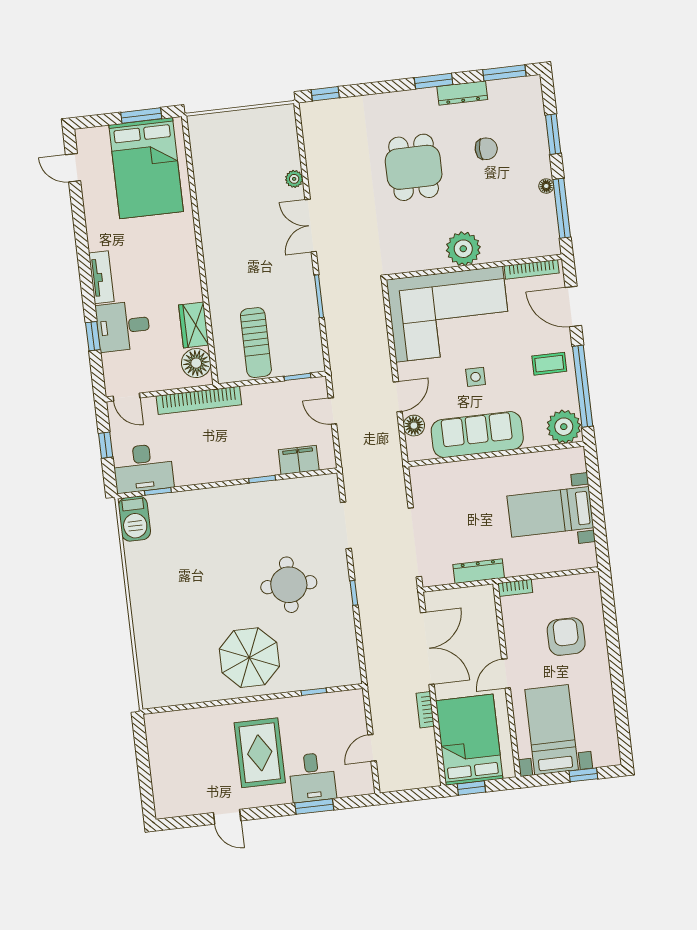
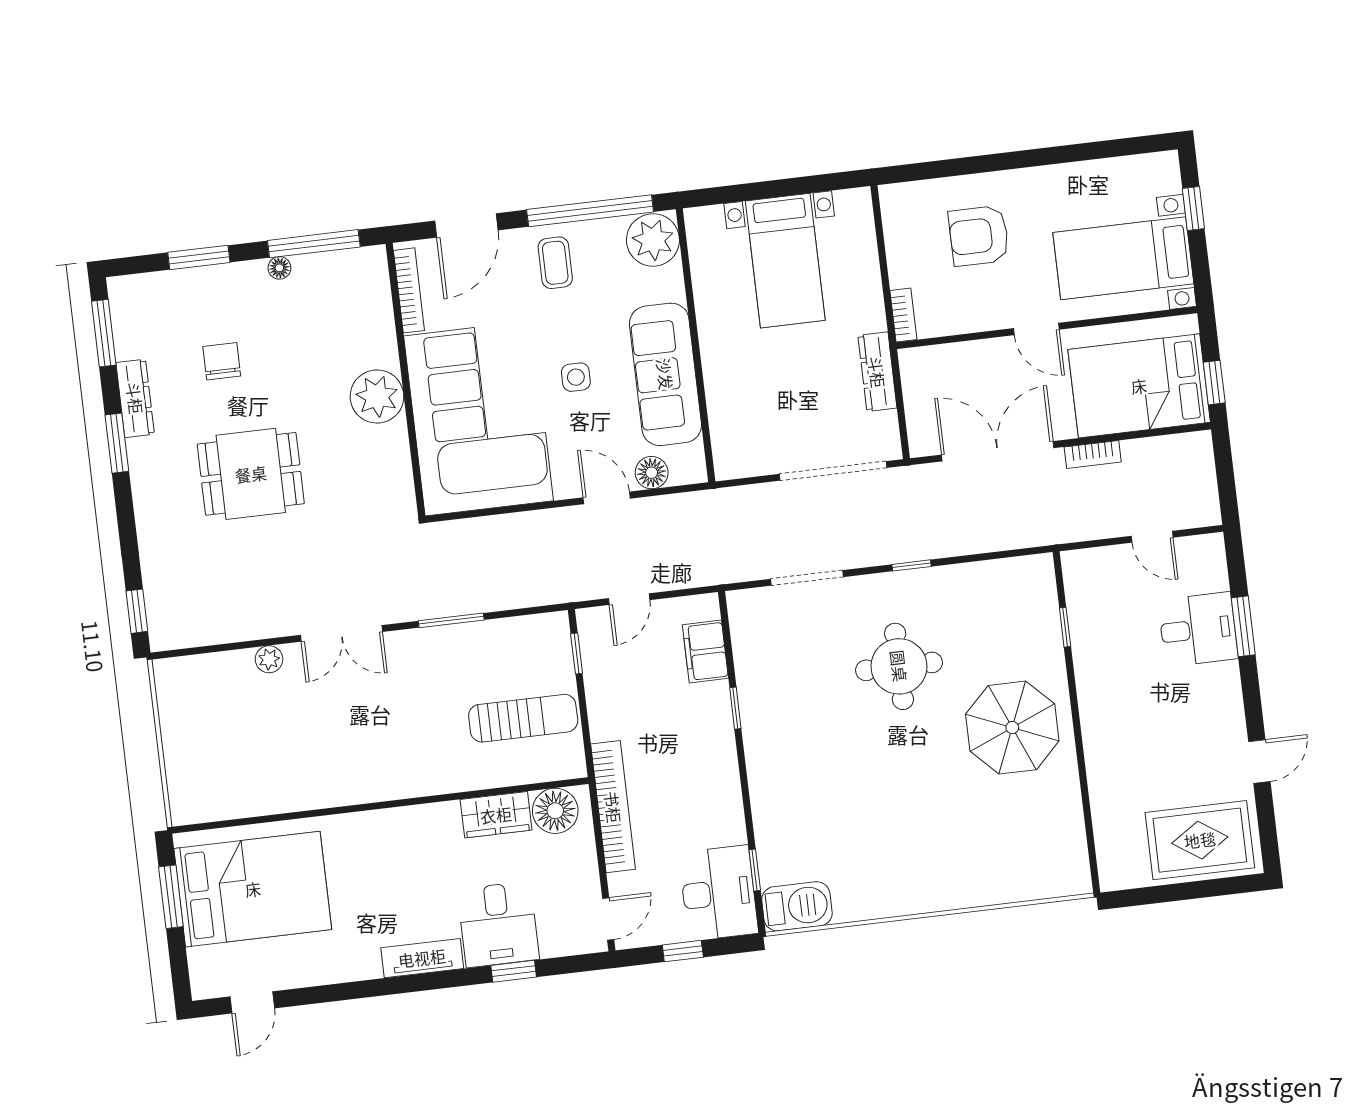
rug: (260, 753) -> (1200, 840), moved

